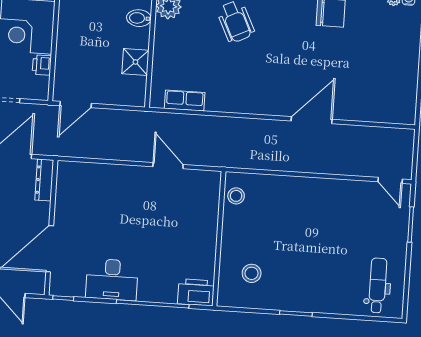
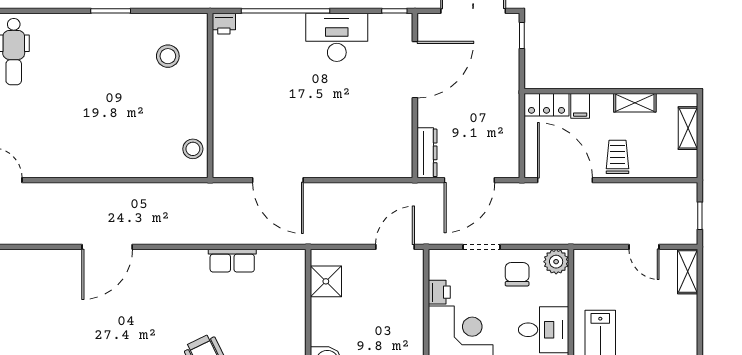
shower: (135, 62) -> (326, 281), moved
row of seats: (185, 100) -> (232, 261), moved
door: (168, 166) -> (278, 180), width x1.36
printer: (196, 292) -> (224, 24), width x0.53, depth x0.68

